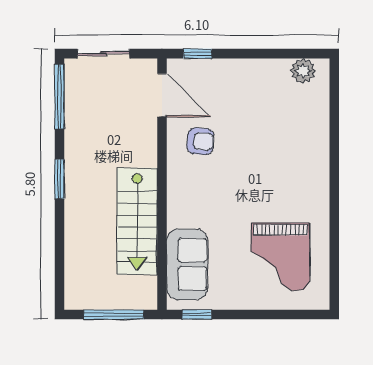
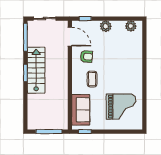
plant: (245, 71) -> (106, 26), added
coffee table: (213, 193) -> (92, 79), added
stairs: (137, 221) -> (36, 70), moved, turned 180
grand piano: (280, 257) -> (121, 107), turned -90

